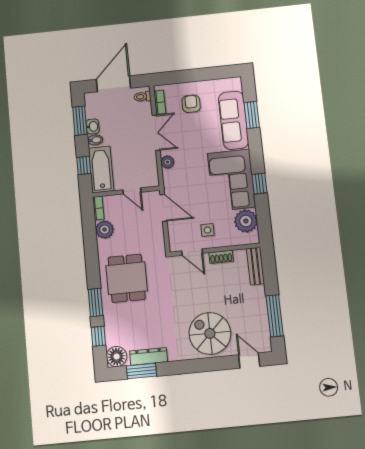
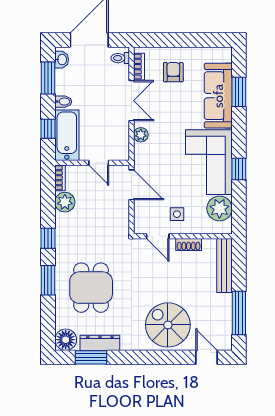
washbasin: (93, 126) -> (62, 60), moved
bench: (255, 266) -> (224, 265), width x1.36
dining table: (127, 278) -> (91, 288), moved
window: (98, 336) -> (48, 238), moved

